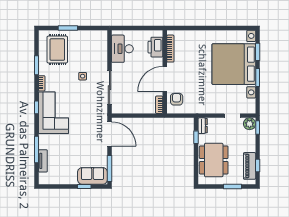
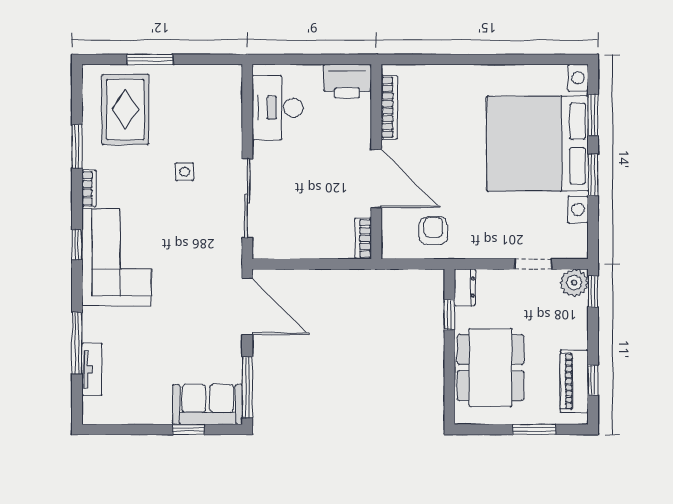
printer: (155, 47) -> (347, 81), moved, turned -90
door: (165, 79) -> (376, 179), swing flipped
armchair: (177, 99) -> (433, 231), moved

